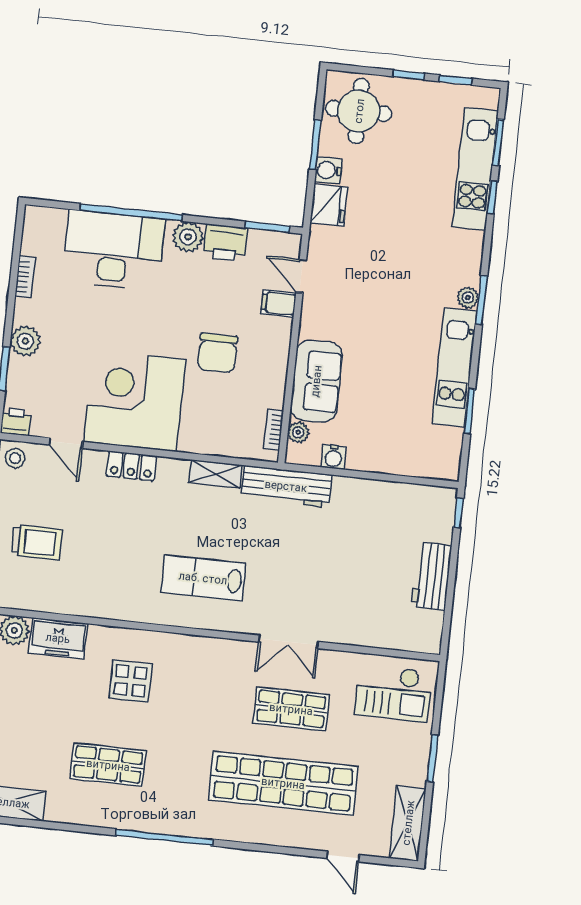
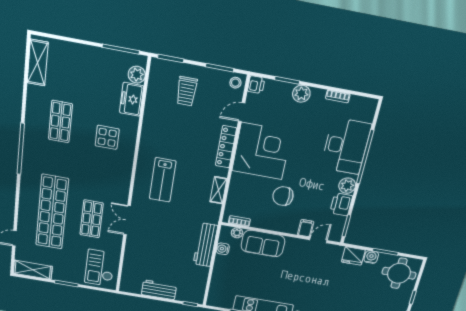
locker: (131, 466) -> (226, 147), width x1.53
workbench: (286, 486) -> (205, 245), moved
lab bench: (203, 578) -> (163, 180), turned 180

